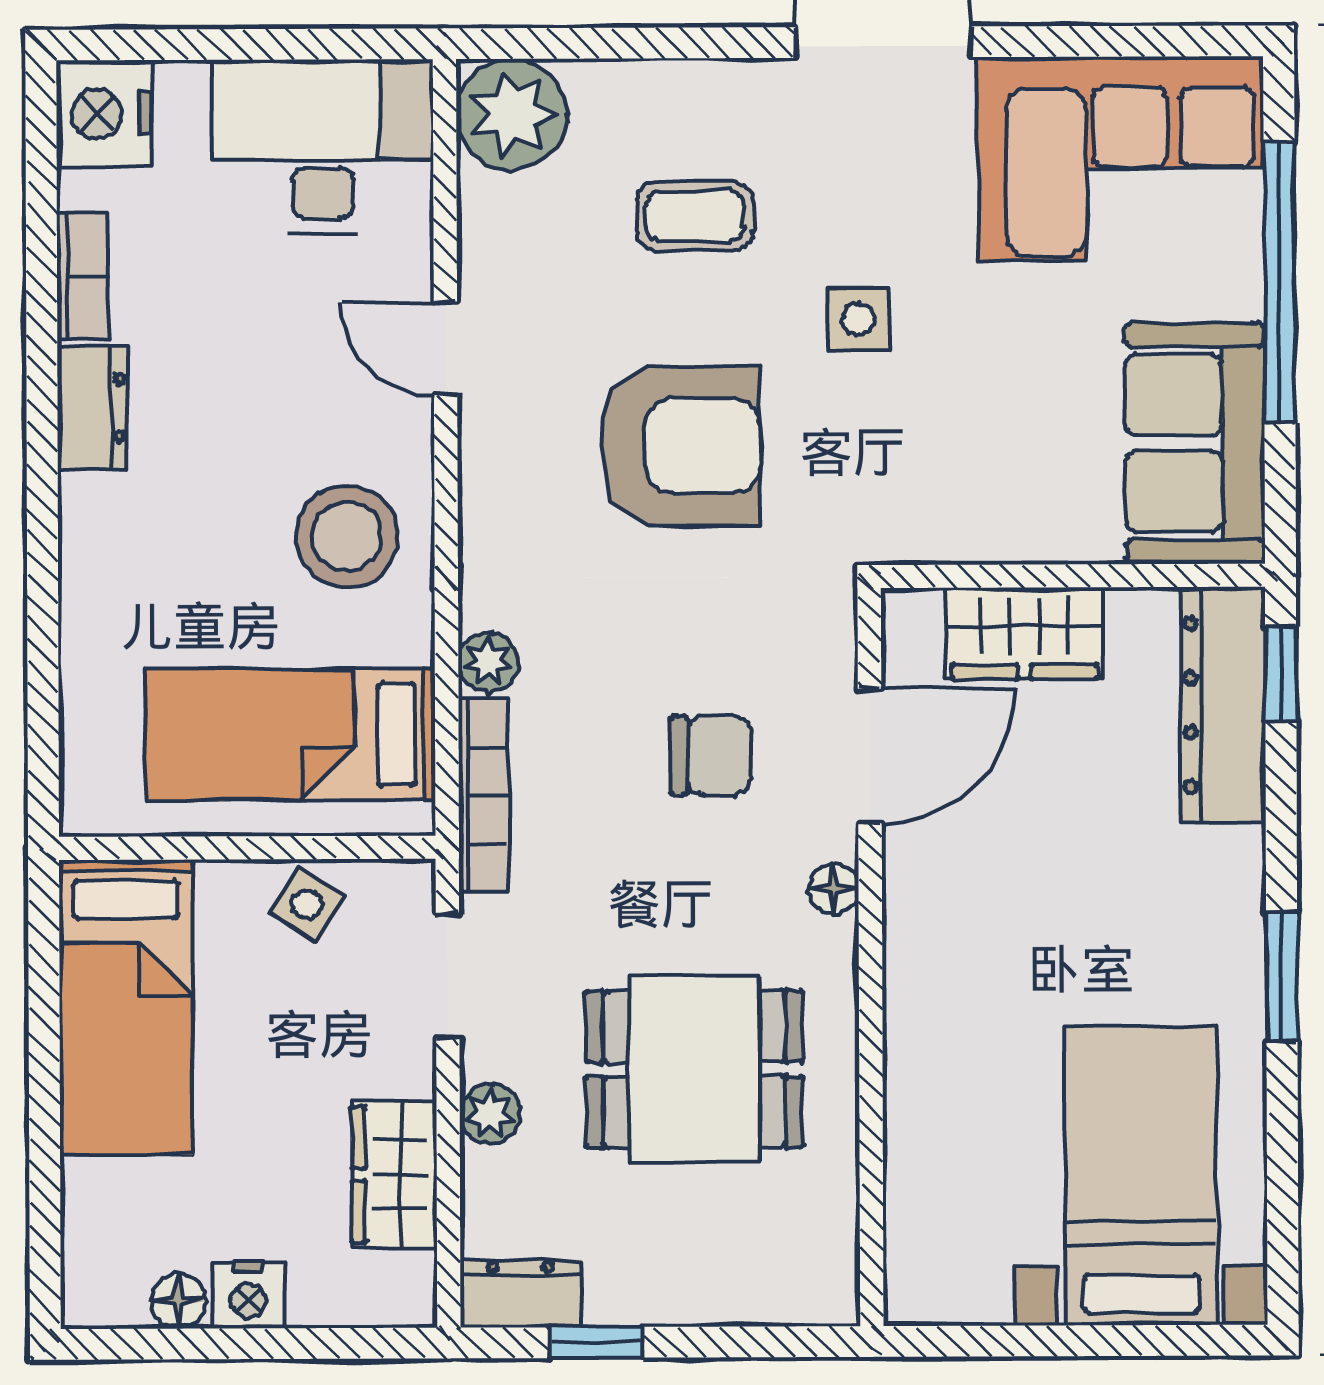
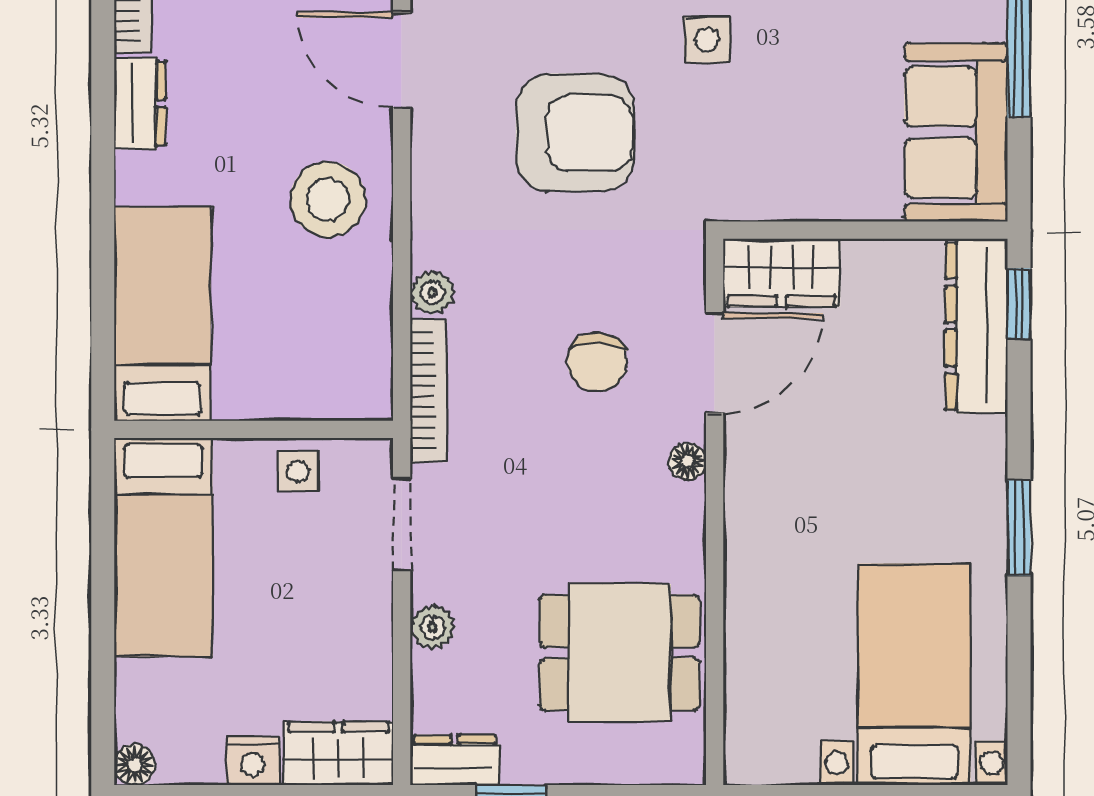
door: (445, 348) -> (402, 60), width x1.38
wardrobe: (1024, 633) -> (782, 273), moved
bed: (291, 735) -> (162, 314), moved, turned 90
chair: (711, 755) -> (597, 362), turned 92
side table: (307, 904) -> (298, 471), turned -34
dining table: (694, 1069) -> (620, 653), moved
wardrobe: (394, 1175) -> (339, 754), moved, turned 90
floor lamp: (179, 1301) -> (135, 765), moved

